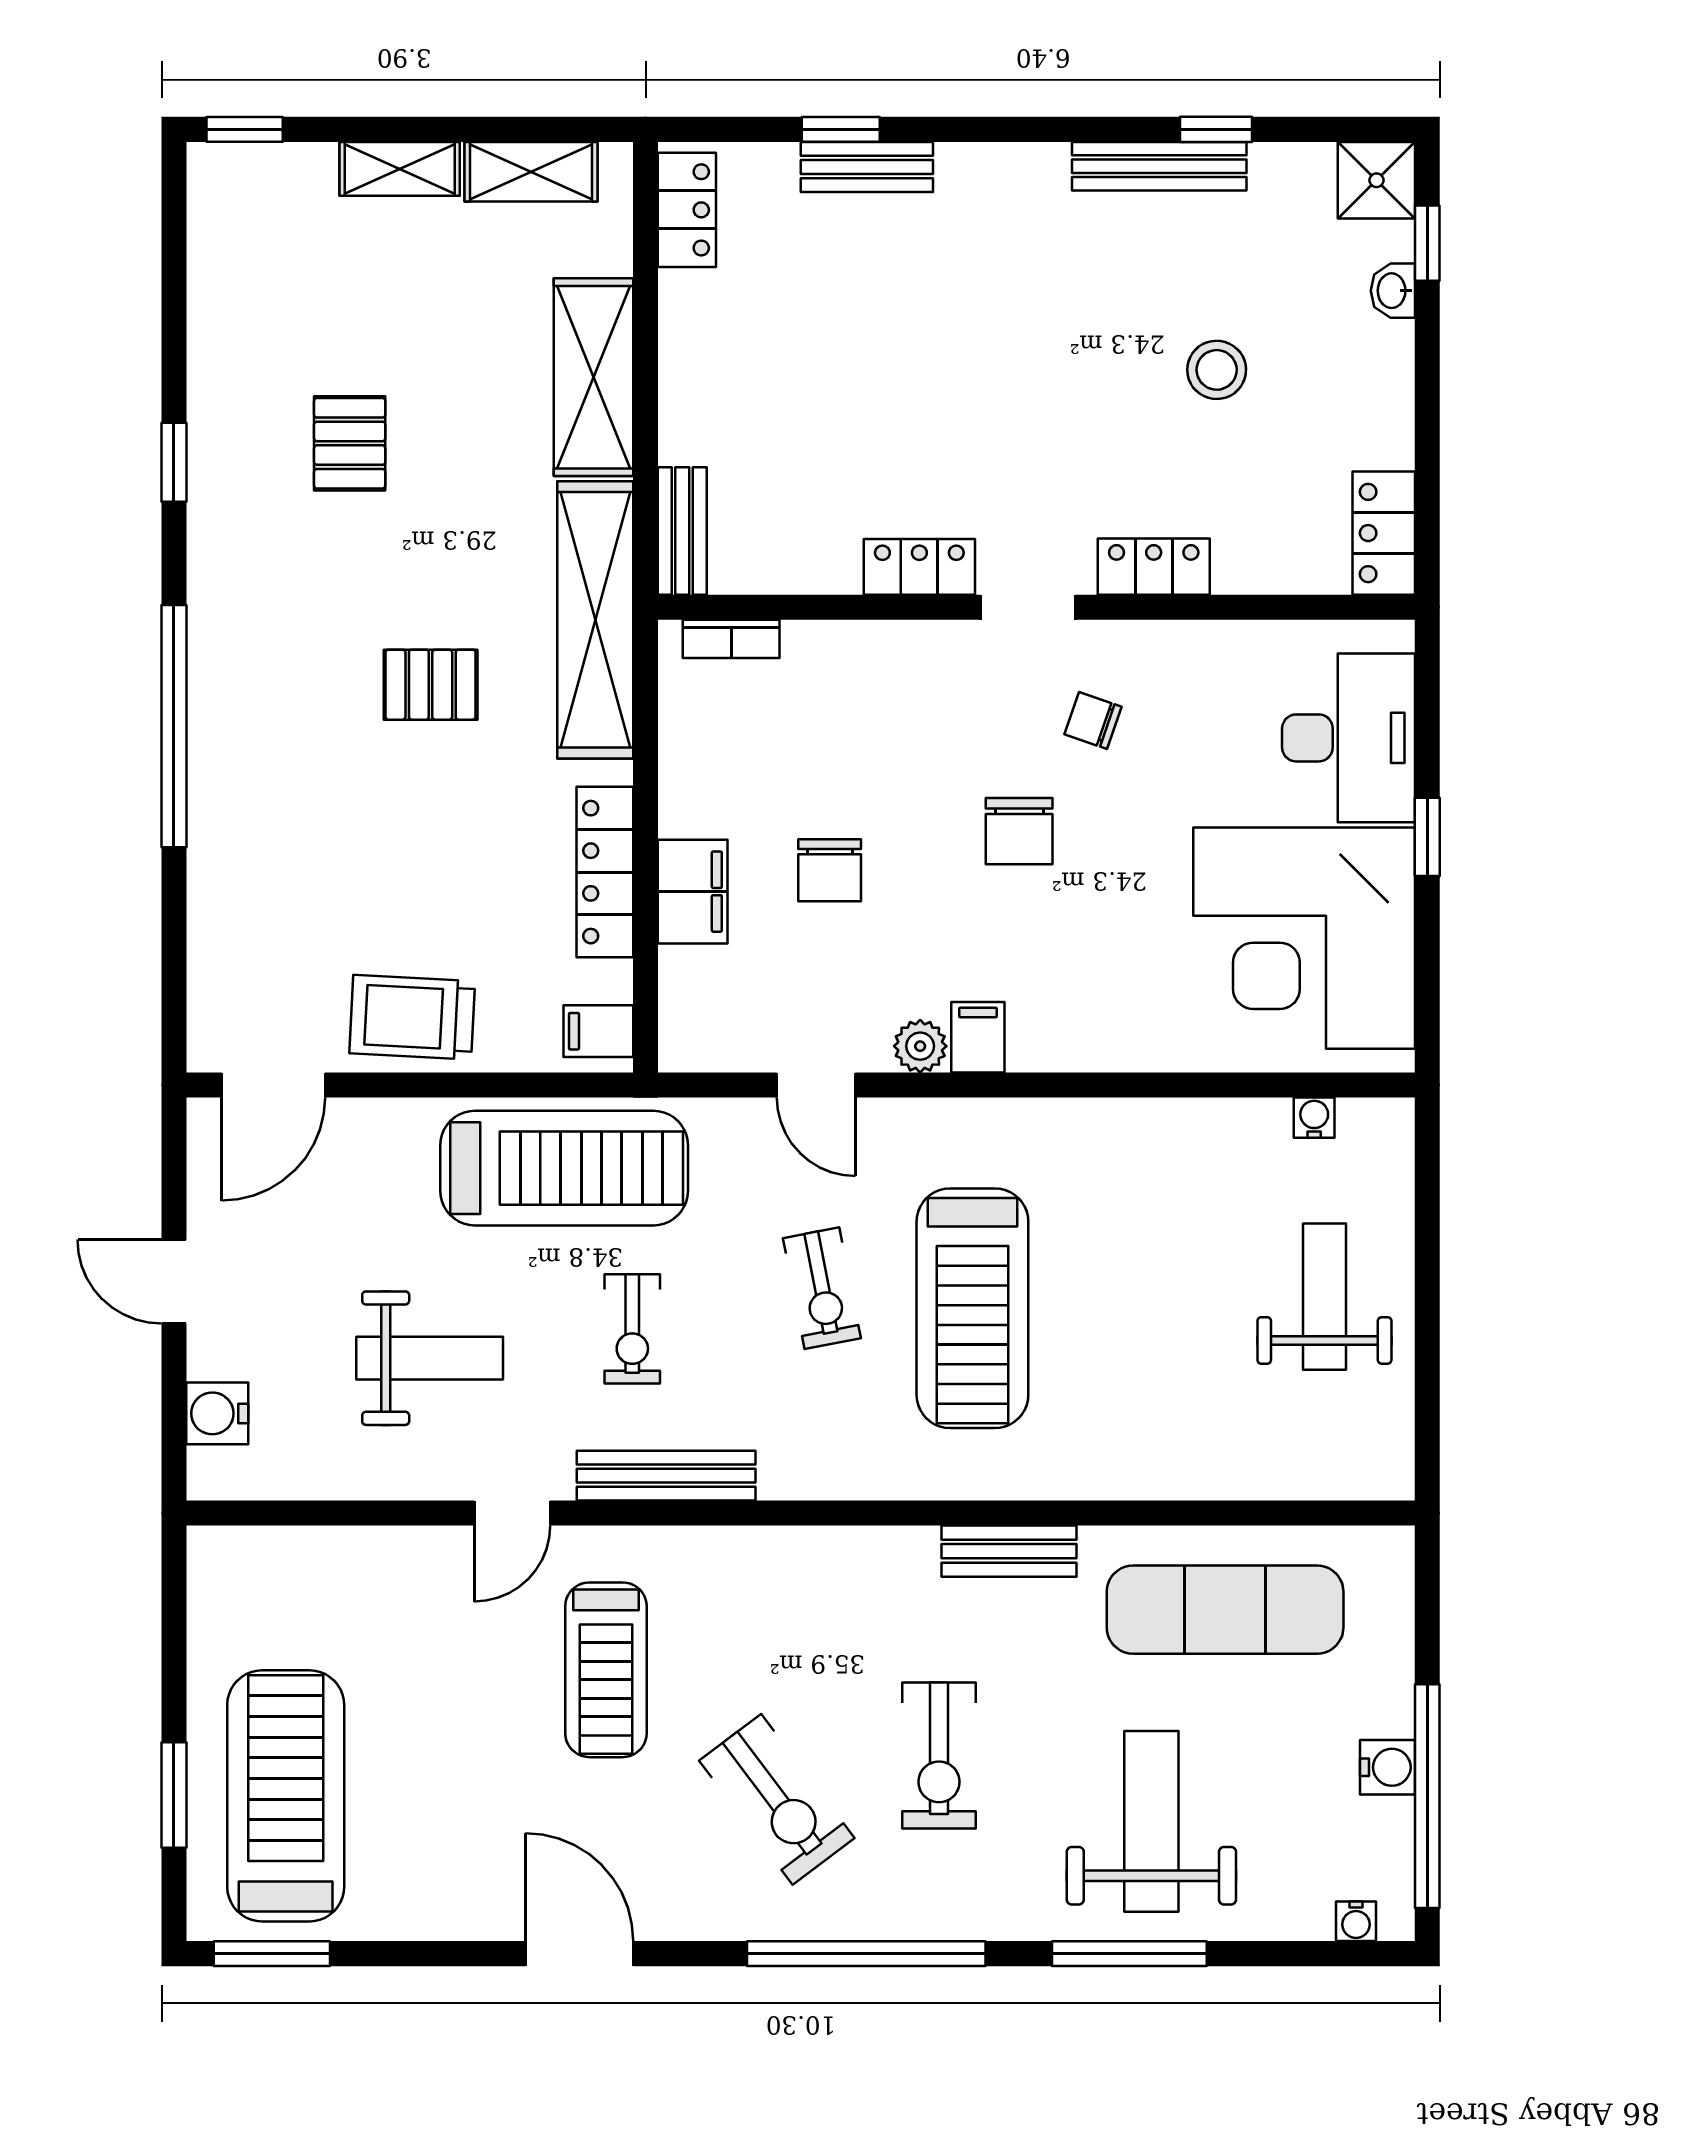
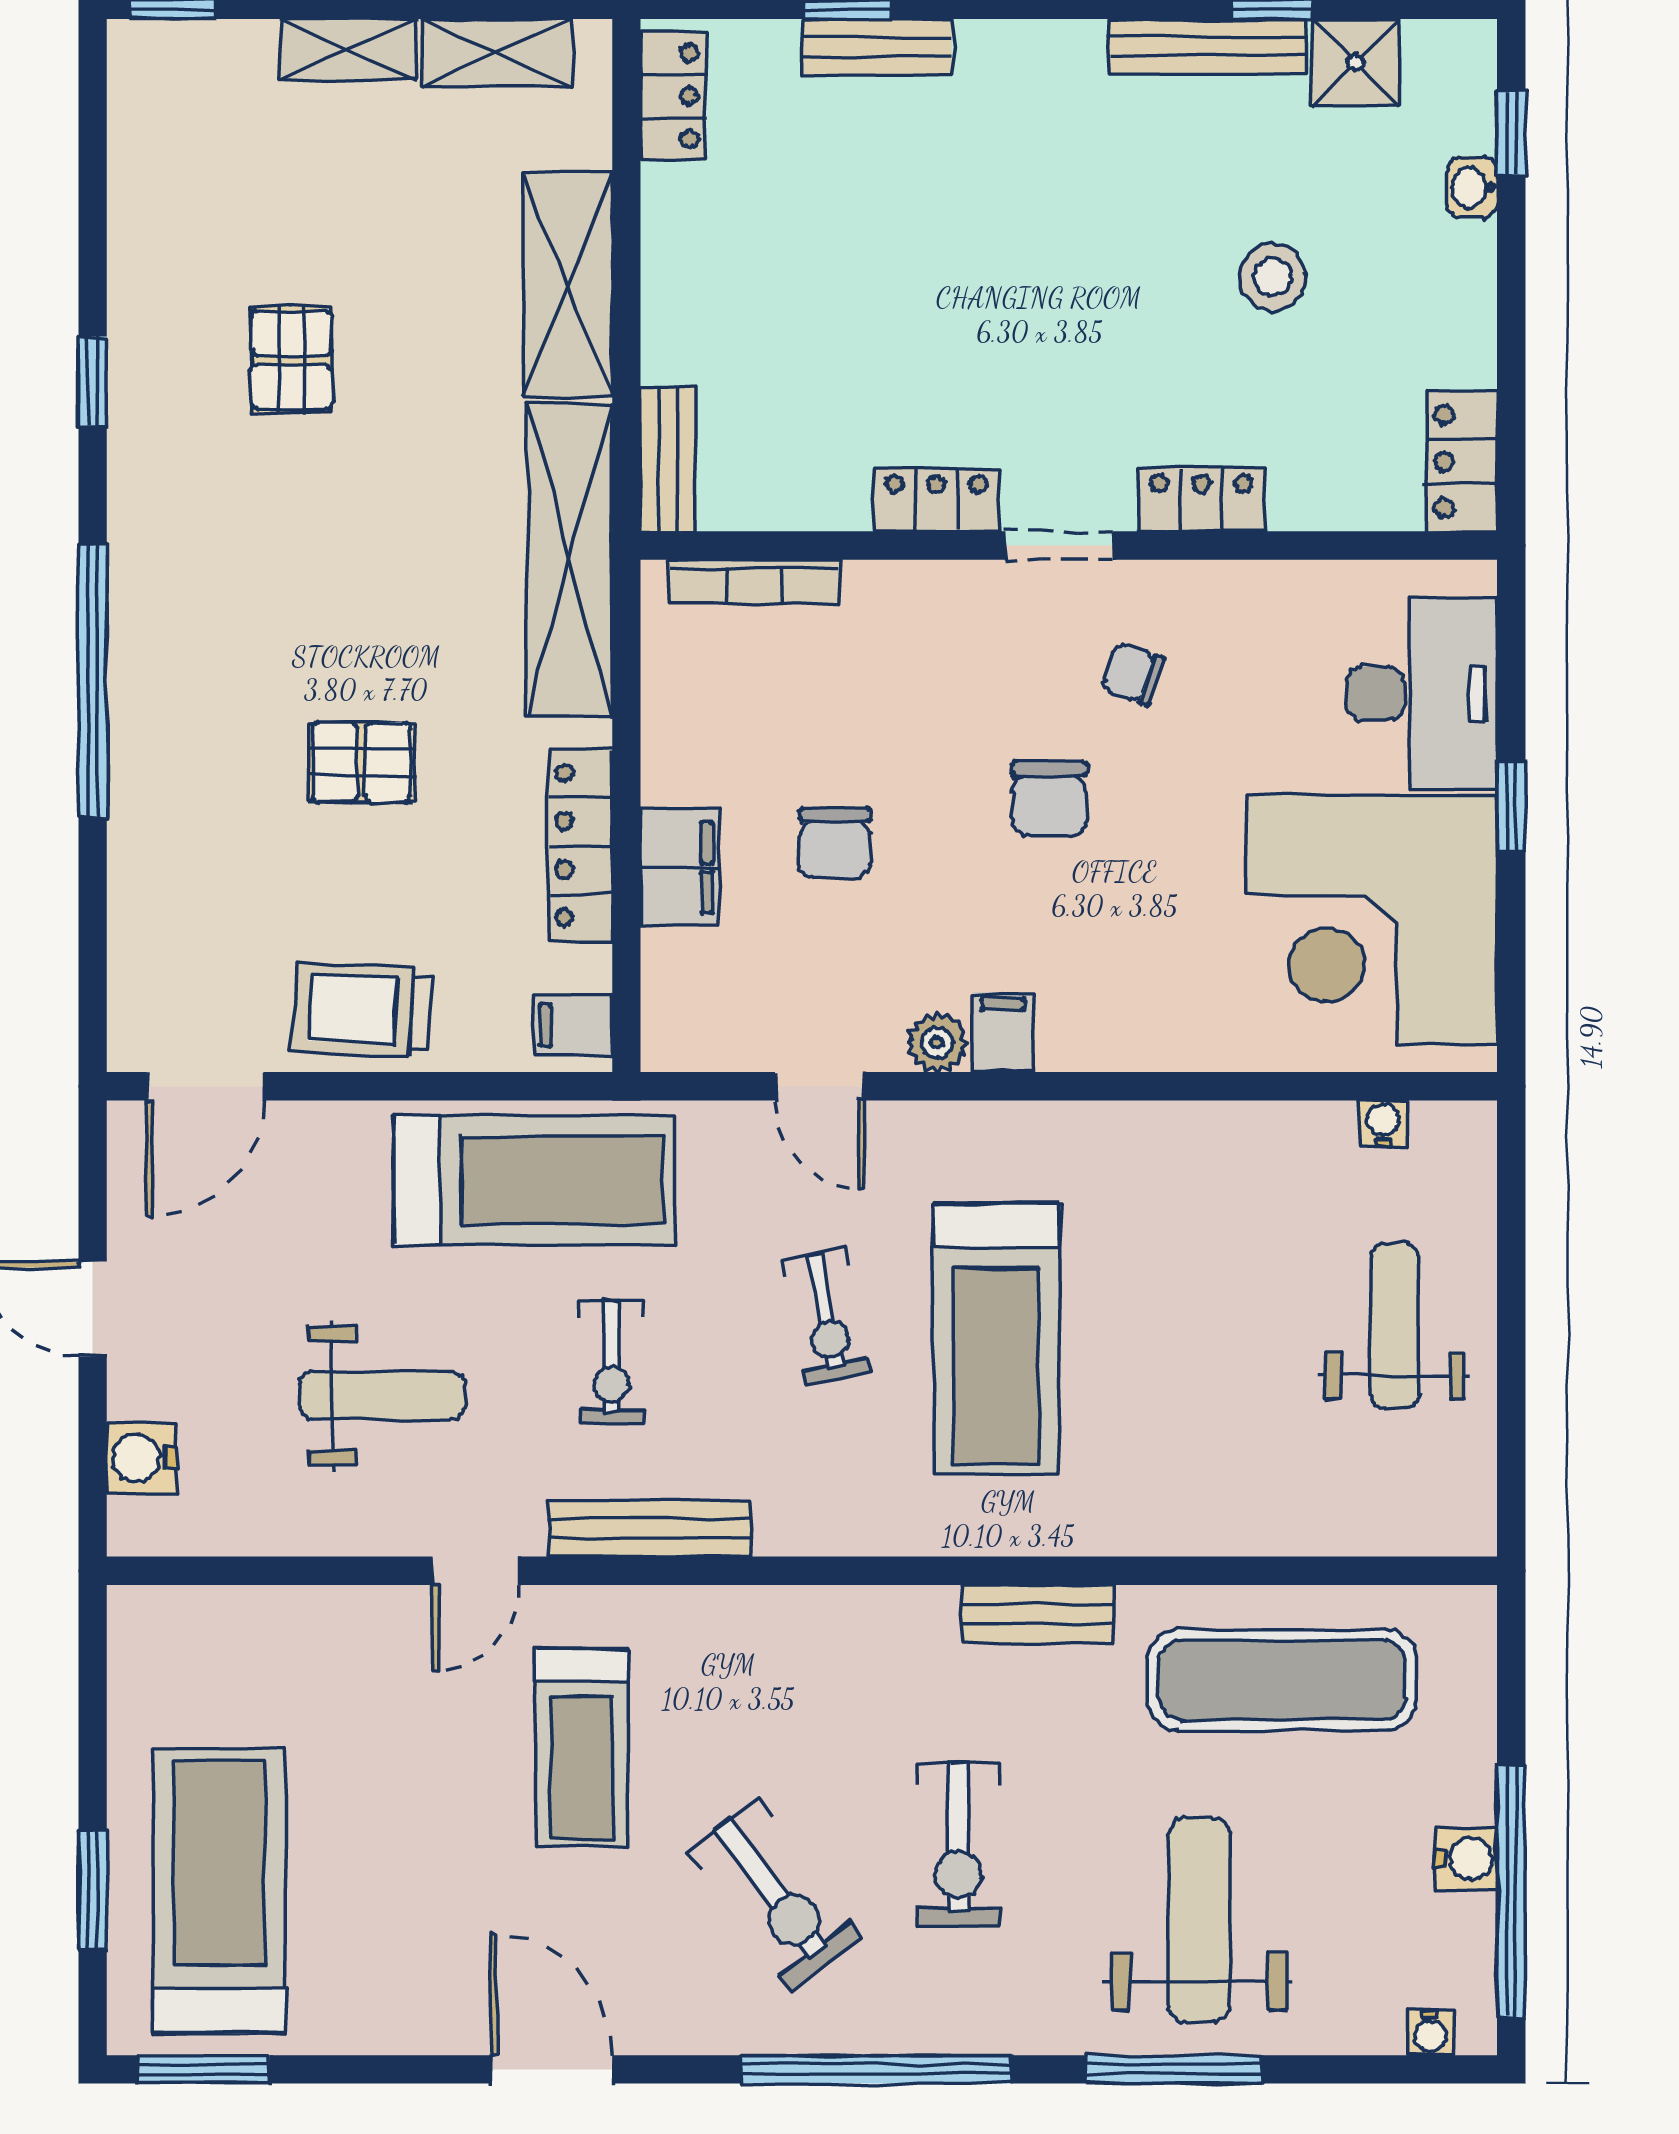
shower: (1376, 180) -> (1355, 62), moved
bookcase: (731, 639) -> (754, 581), width x1.56
pallet: (431, 685) -> (361, 762), moved

